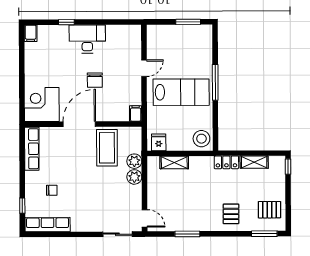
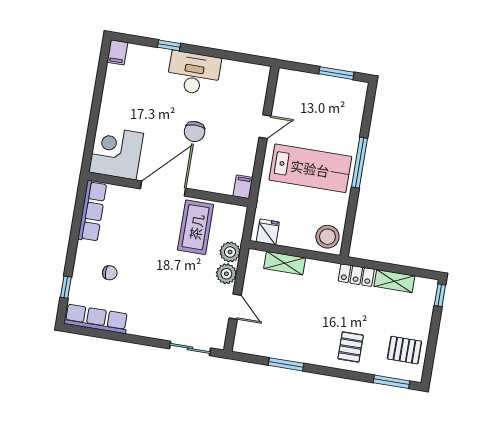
door: (145, 218) -> (235, 307), moved

